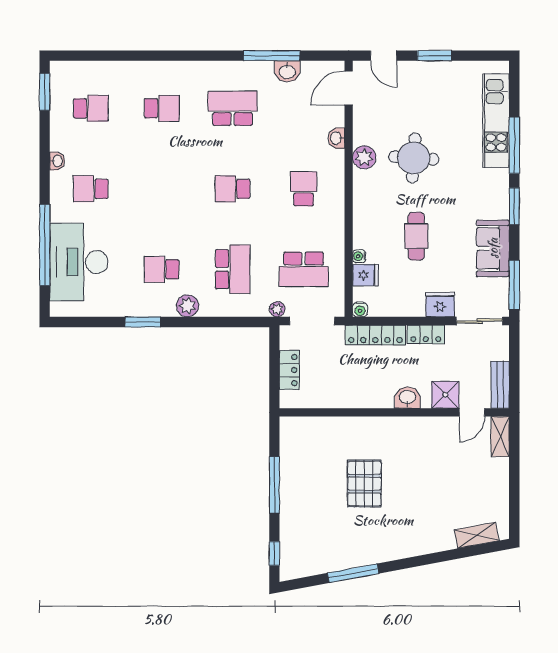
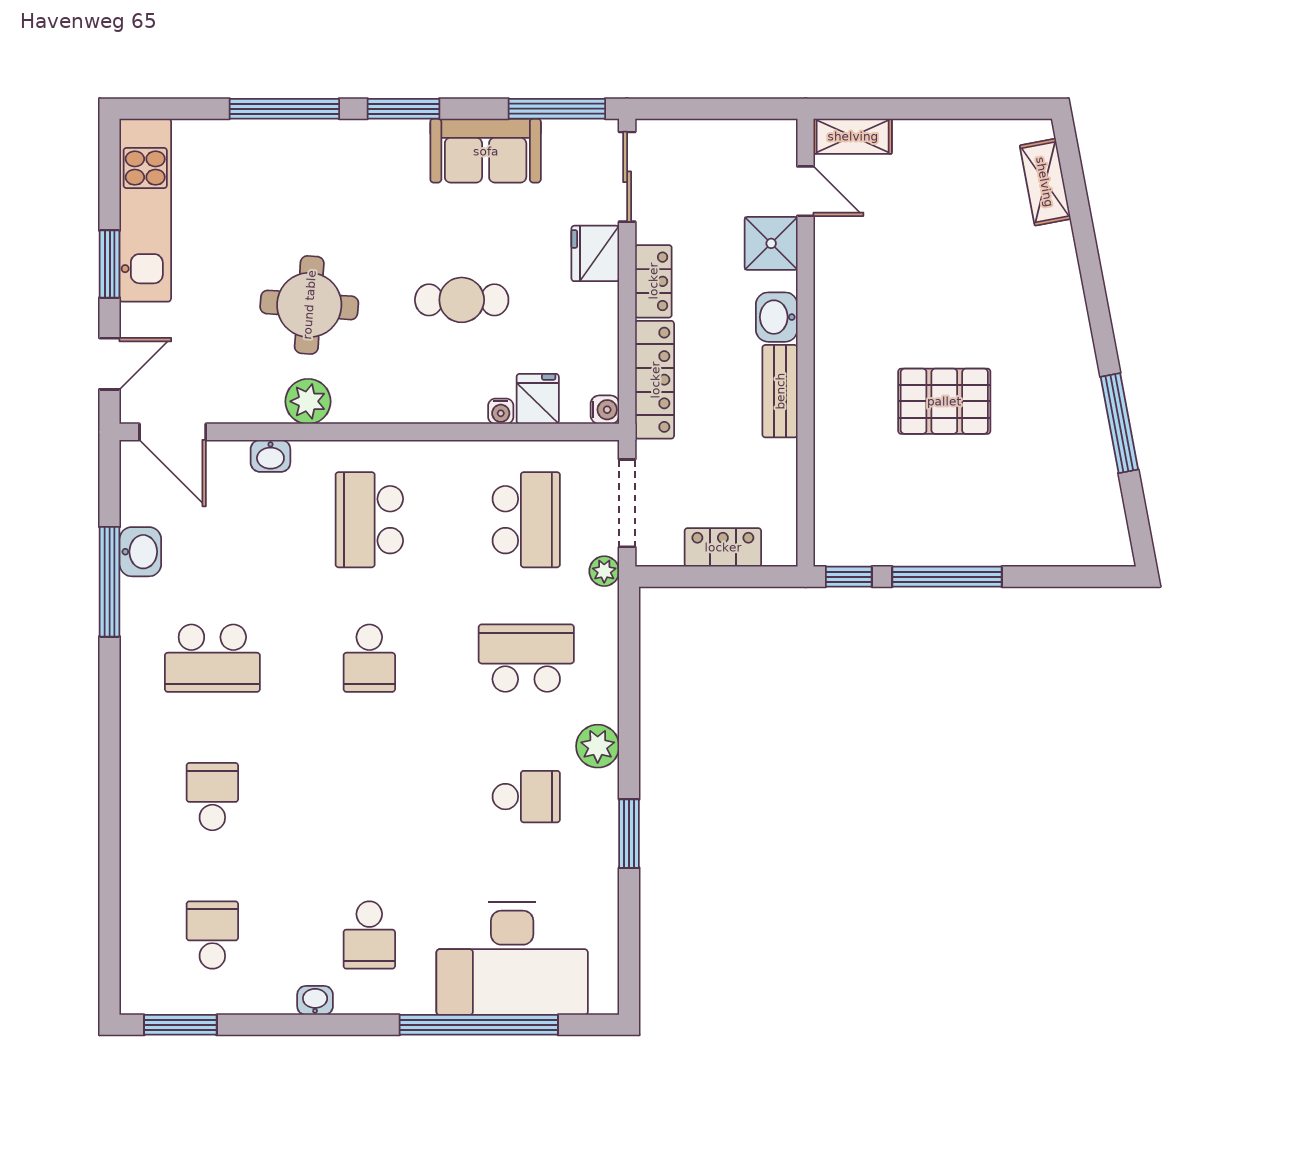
school desk: (233, 108) -> (212, 658), turned -90
kitchen unit: (496, 121) -> (145, 210), moved, turned -90
school desk: (304, 189) -> (369, 520), width x1.85
school desk: (162, 269) -> (526, 797), turned -90
bench: (500, 385) -> (780, 391), moved, turned 90
window: (274, 554) -> (849, 577), moved

